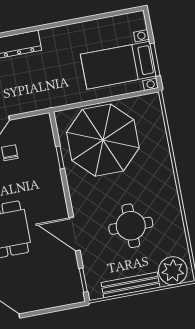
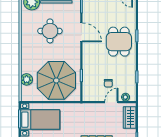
plant: (156, 132) -> (27, 79), added

